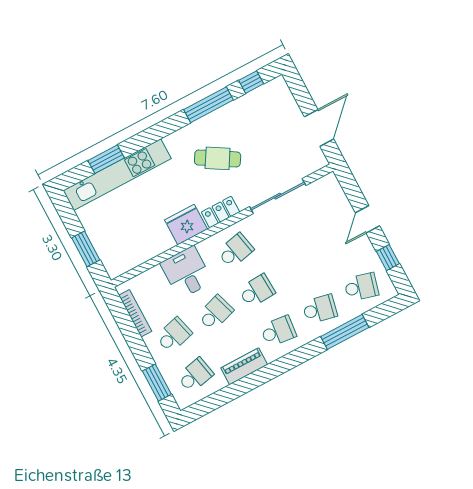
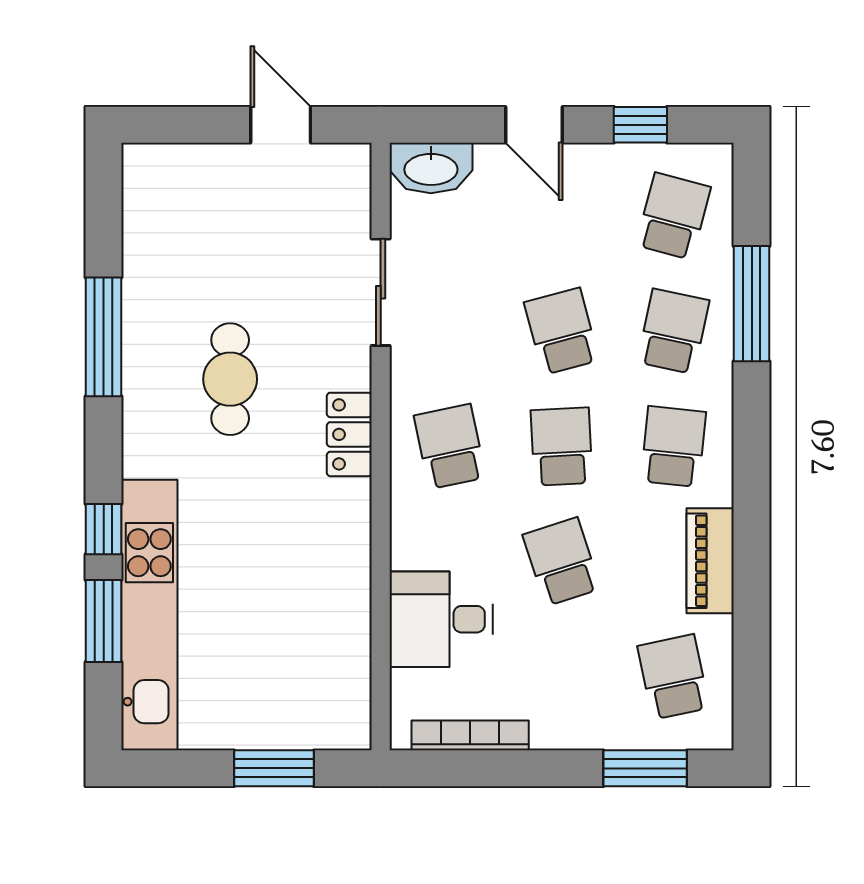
window: (251, 82) -> (104, 529), moved
door: (319, 128) -> (281, 125), width x0.73
cafe table: (218, 158) -> (230, 379), turned -31
washbasin: (332, 190) -> (431, 168), added
sliding door: (278, 196) -> (381, 292), width x0.73
fridge: (186, 225) -> (337, 523), removed
desk: (187, 273) -> (441, 619), moved
school desk: (174, 335) -> (562, 331), moved

